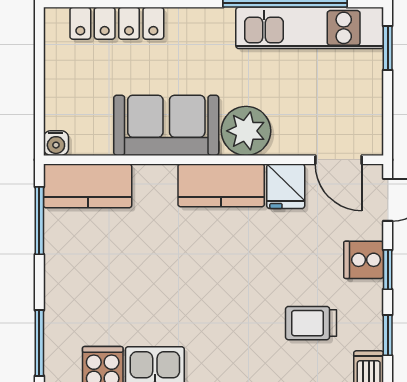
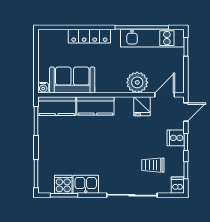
locker: (117, 23) -> (89, 36), moved
sofa: (166, 125) -> (72, 80), moved
plant: (246, 131) -> (137, 82), moved
door: (338, 160) -> (165, 95), swing flipped
kitchen counter: (221, 185) -> (95, 106), moved

